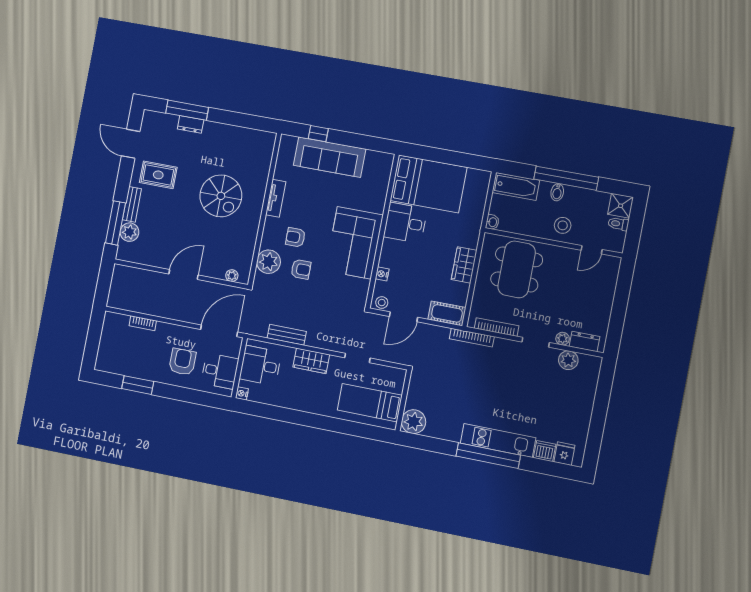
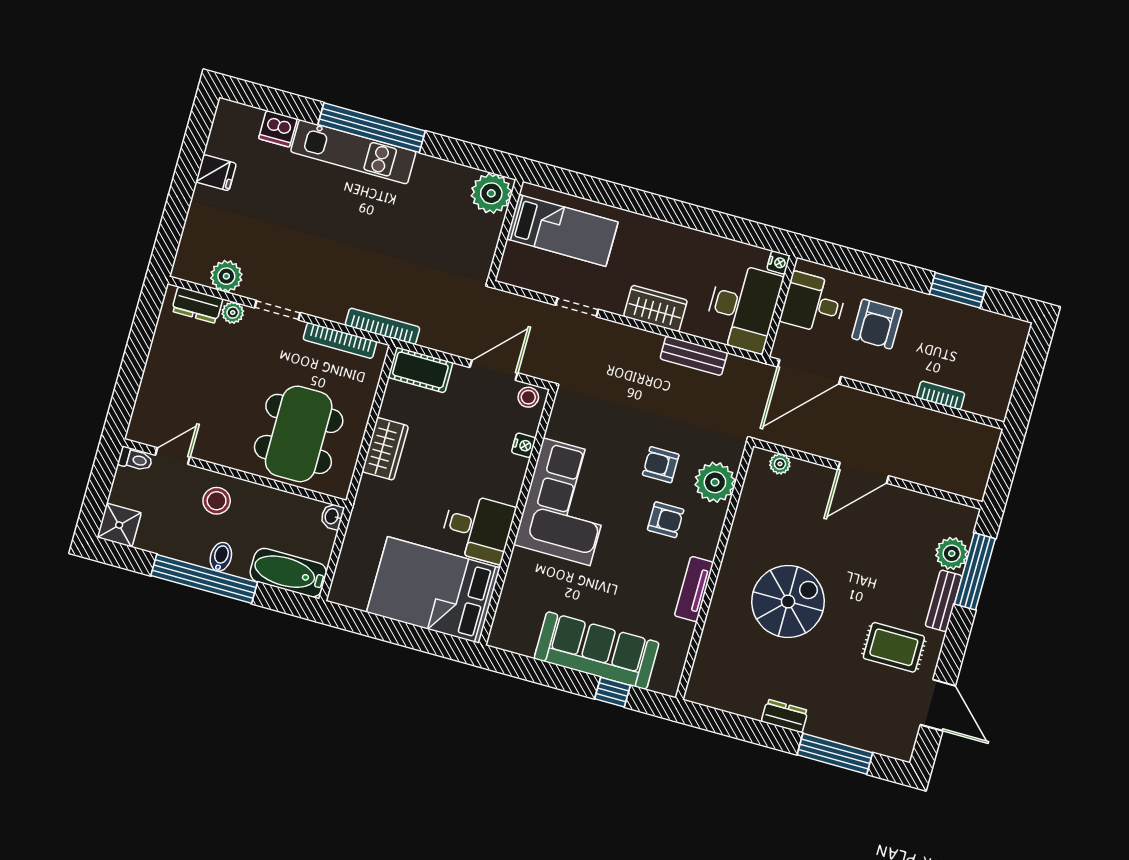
dresser: (191, 124) -> (785, 716), moved
spiral stairs: (221, 196) -> (788, 602), turned 90
toilet: (618, 224) -> (135, 459), moved
desk: (260, 365) -> (743, 307), width x1.37
fridge: (564, 454) -> (216, 173), moved, turned -90

